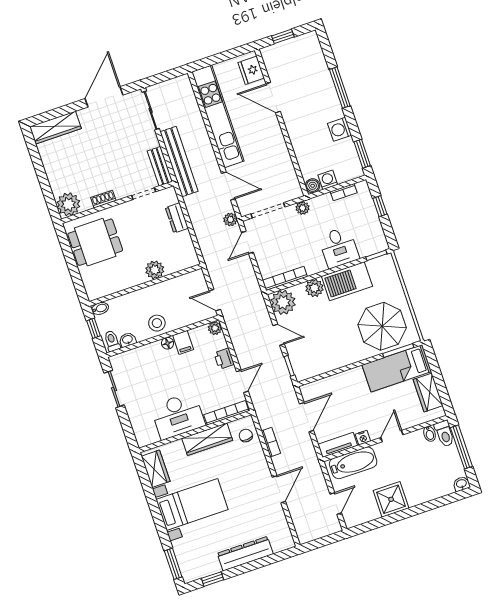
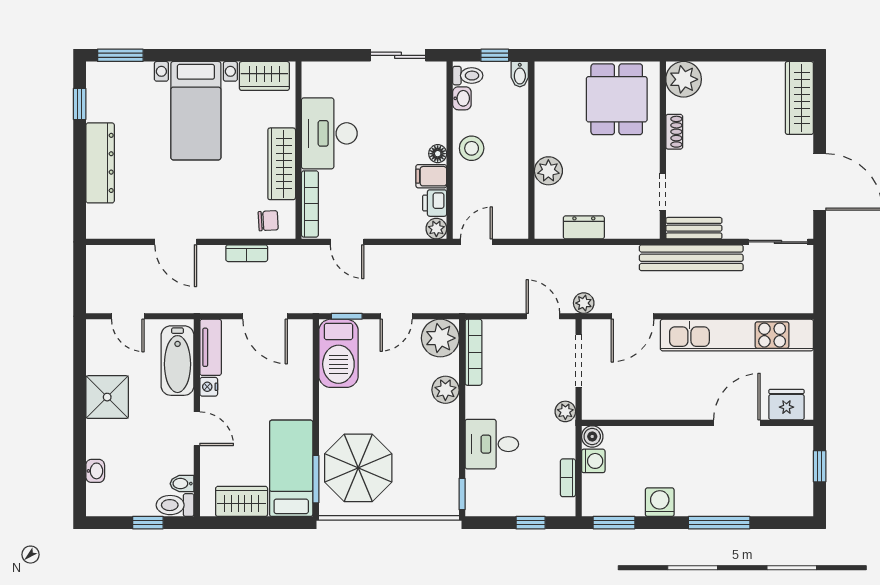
dresser: (177, 218) -> (584, 227), moved
barbecue: (347, 281) -> (338, 353), moved, turned 180
printer: (224, 359) -> (435, 203), moved, turned -90
window: (461, 447) -> (148, 523), width x0.46
washbasin: (461, 484) -> (95, 471), moved

